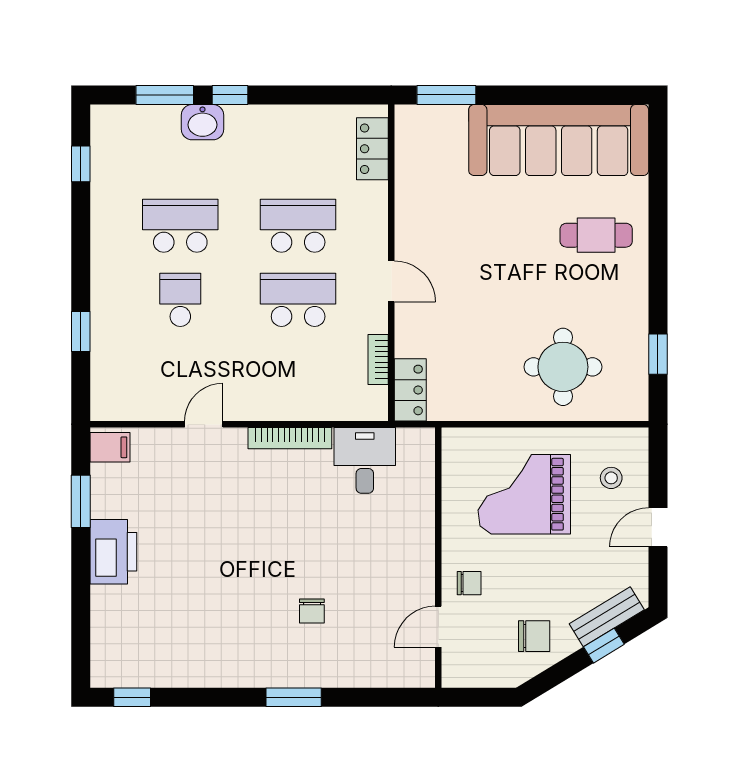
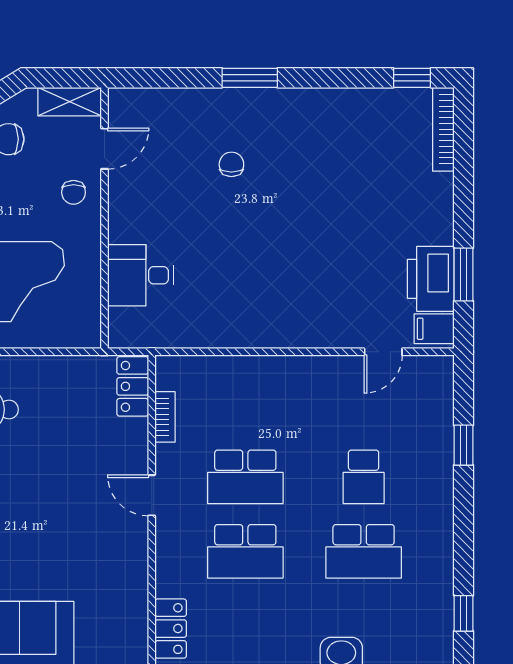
door: (204, 424) -> (383, 352), moved
bookcase: (290, 438) -> (443, 129), moved, turned -90
desk: (365, 460) -> (141, 275), moved, turned 90
printer: (113, 552) -> (431, 279), moved
chair: (469, 583) -> (74, 192), turned -90
shelving: (473, 674) -> (70, 102), added

